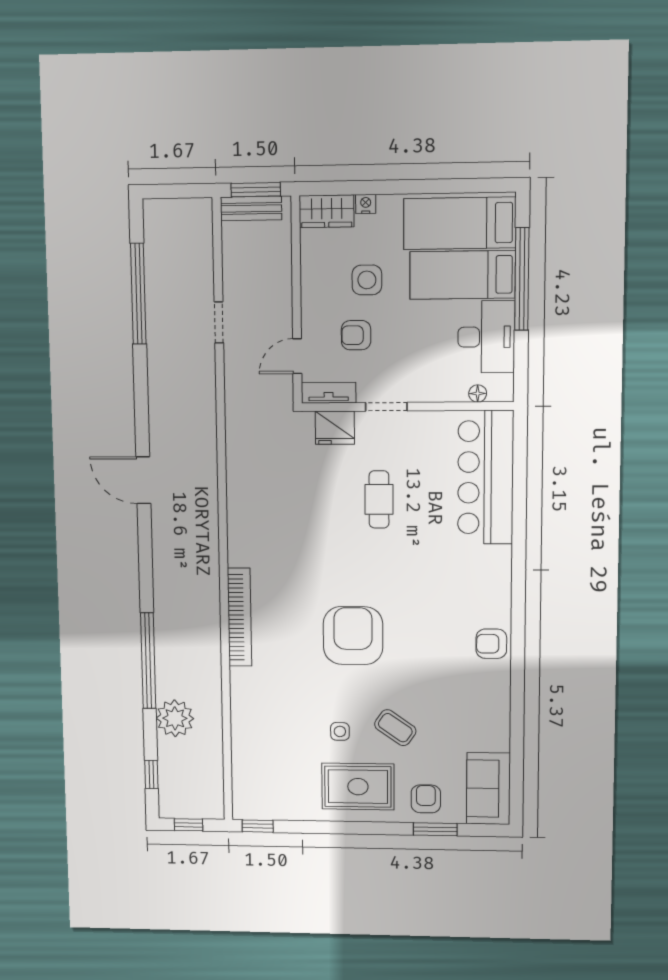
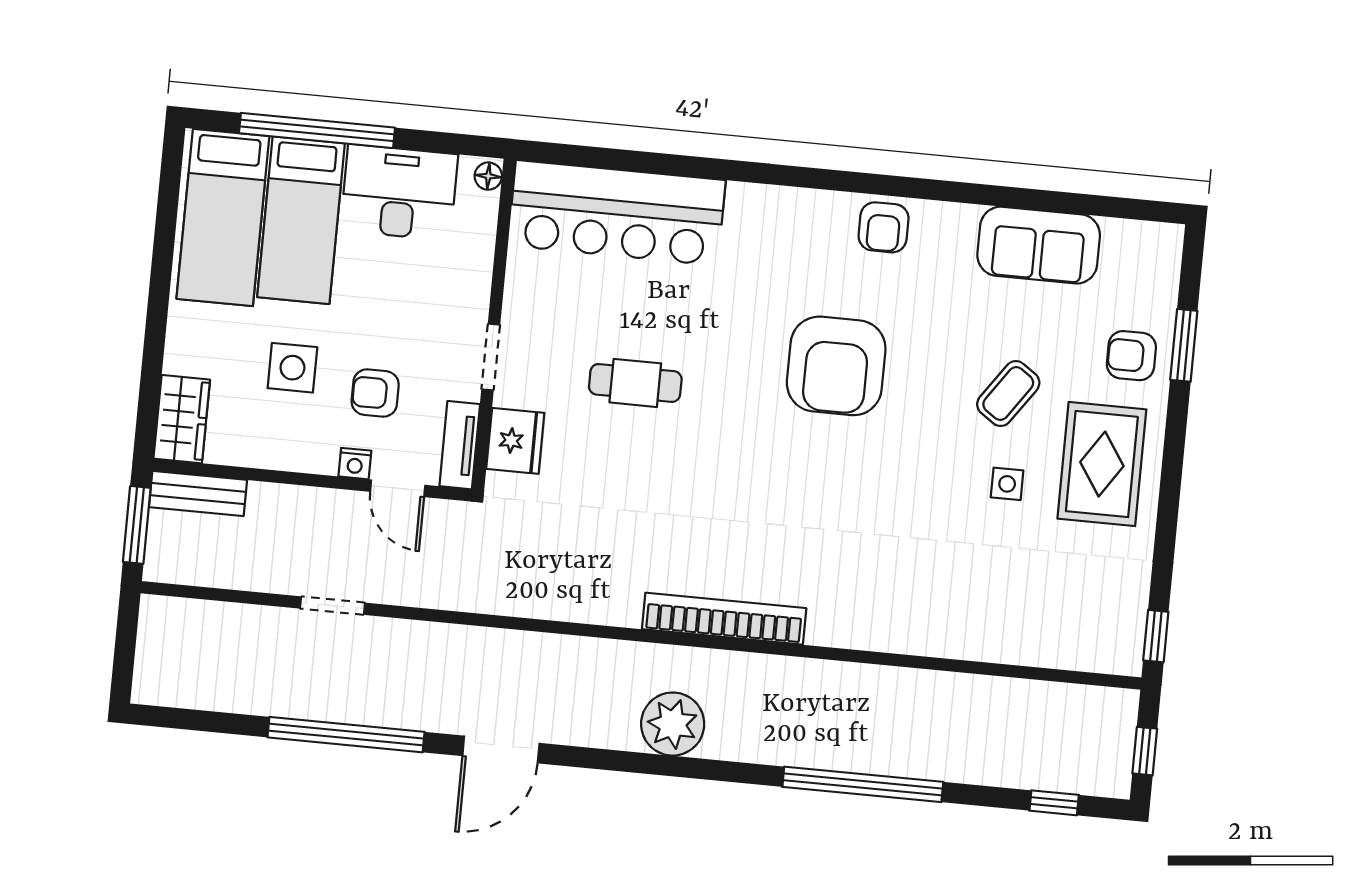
nightstand: (366, 204) -> (355, 464), moved, turned -90
bench: (251, 208) -> (198, 494), moved, turned 90
window: (138, 294) -> (346, 735), moved
armchair: (356, 335) -> (375, 393), turned 90
floor lamp: (478, 393) -> (488, 176), moved
door: (143, 480) -> (501, 750), moved
bookcase: (240, 617) -> (724, 619), moved
armchair: (353, 636) -> (836, 366), moved, turned -90
plant: (175, 718) -> (673, 724), moved
sofa: (488, 789) -> (1039, 245), moved

